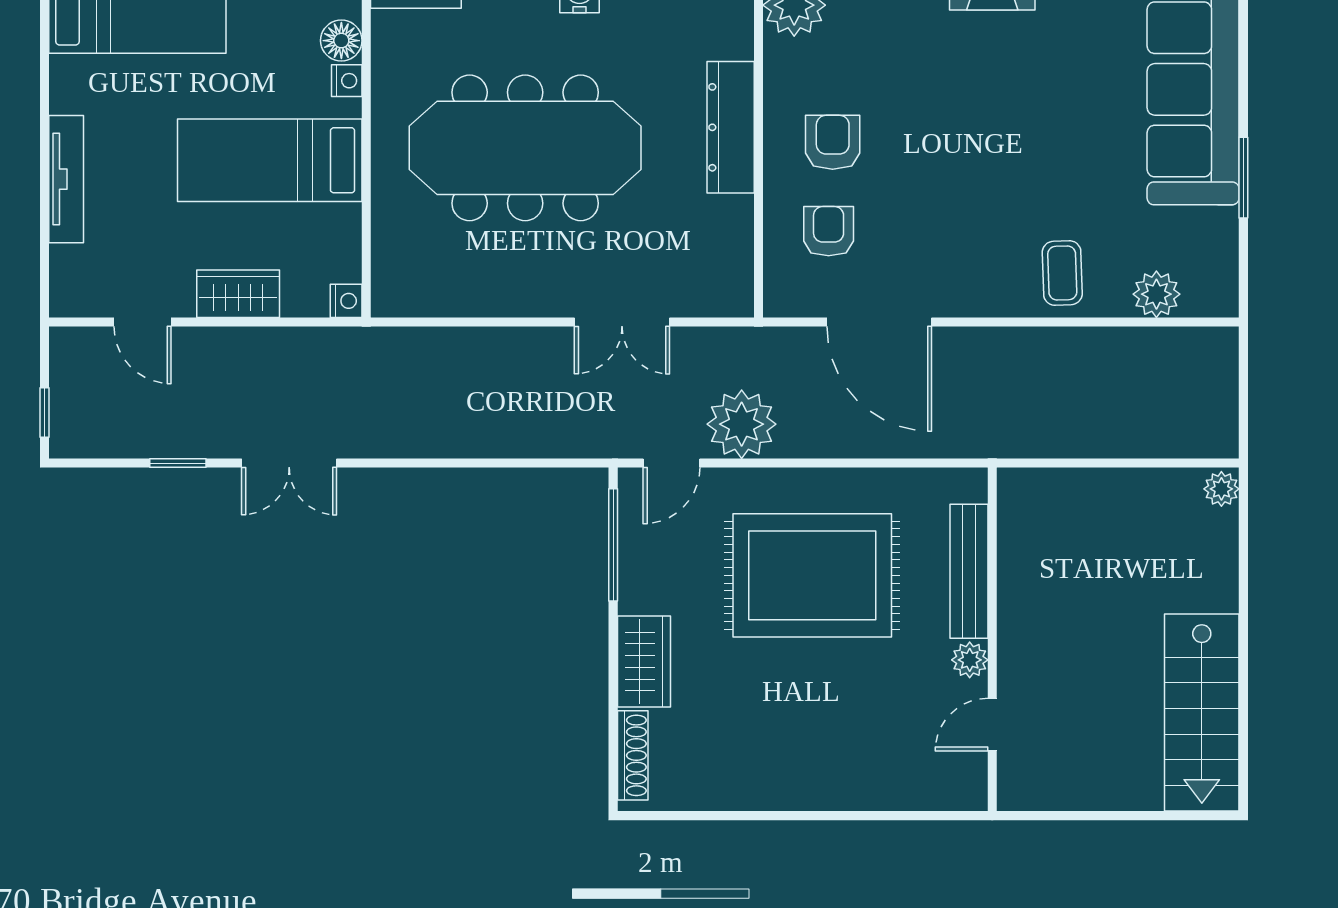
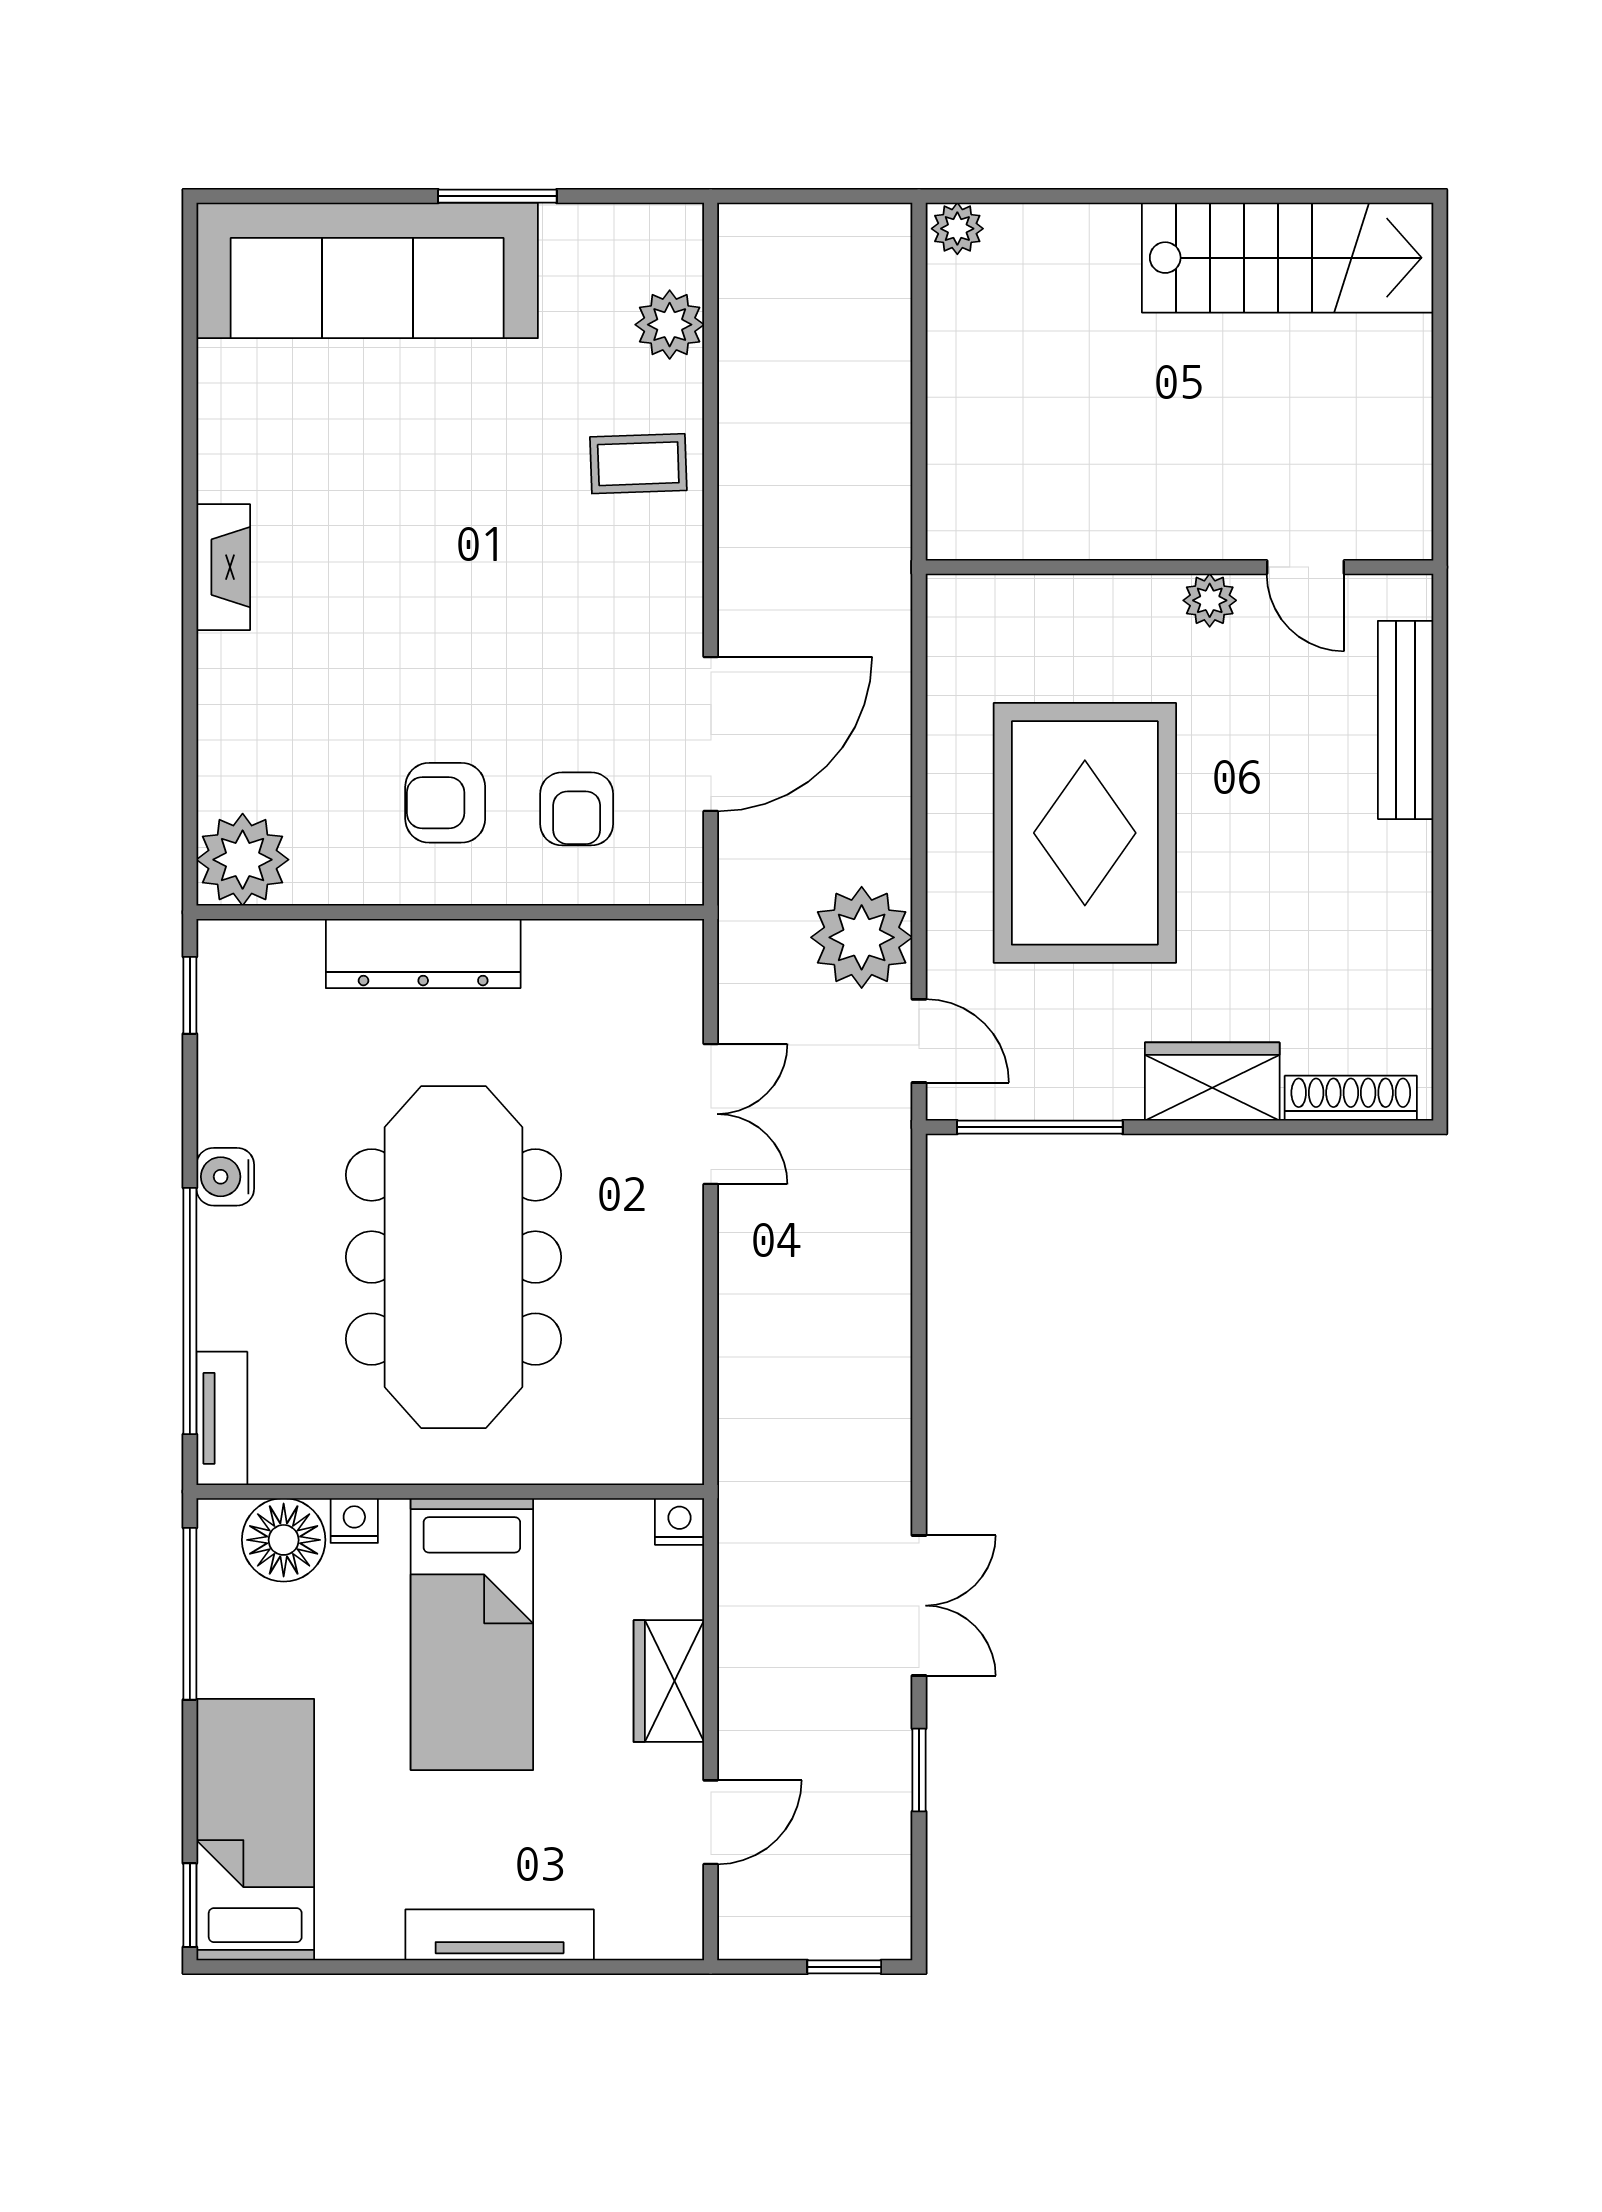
floor lamp: (341, 41) -> (284, 1540), width x1.38, depth x1.38
armchair: (829, 231) -> (577, 809), turned -90
bench: (969, 571) -> (1406, 720), moved, turned 90

